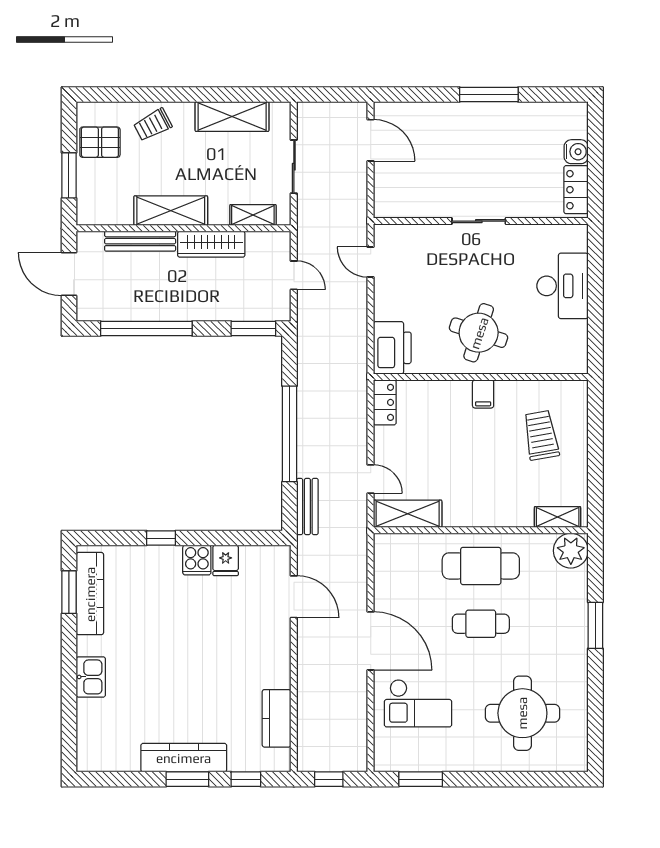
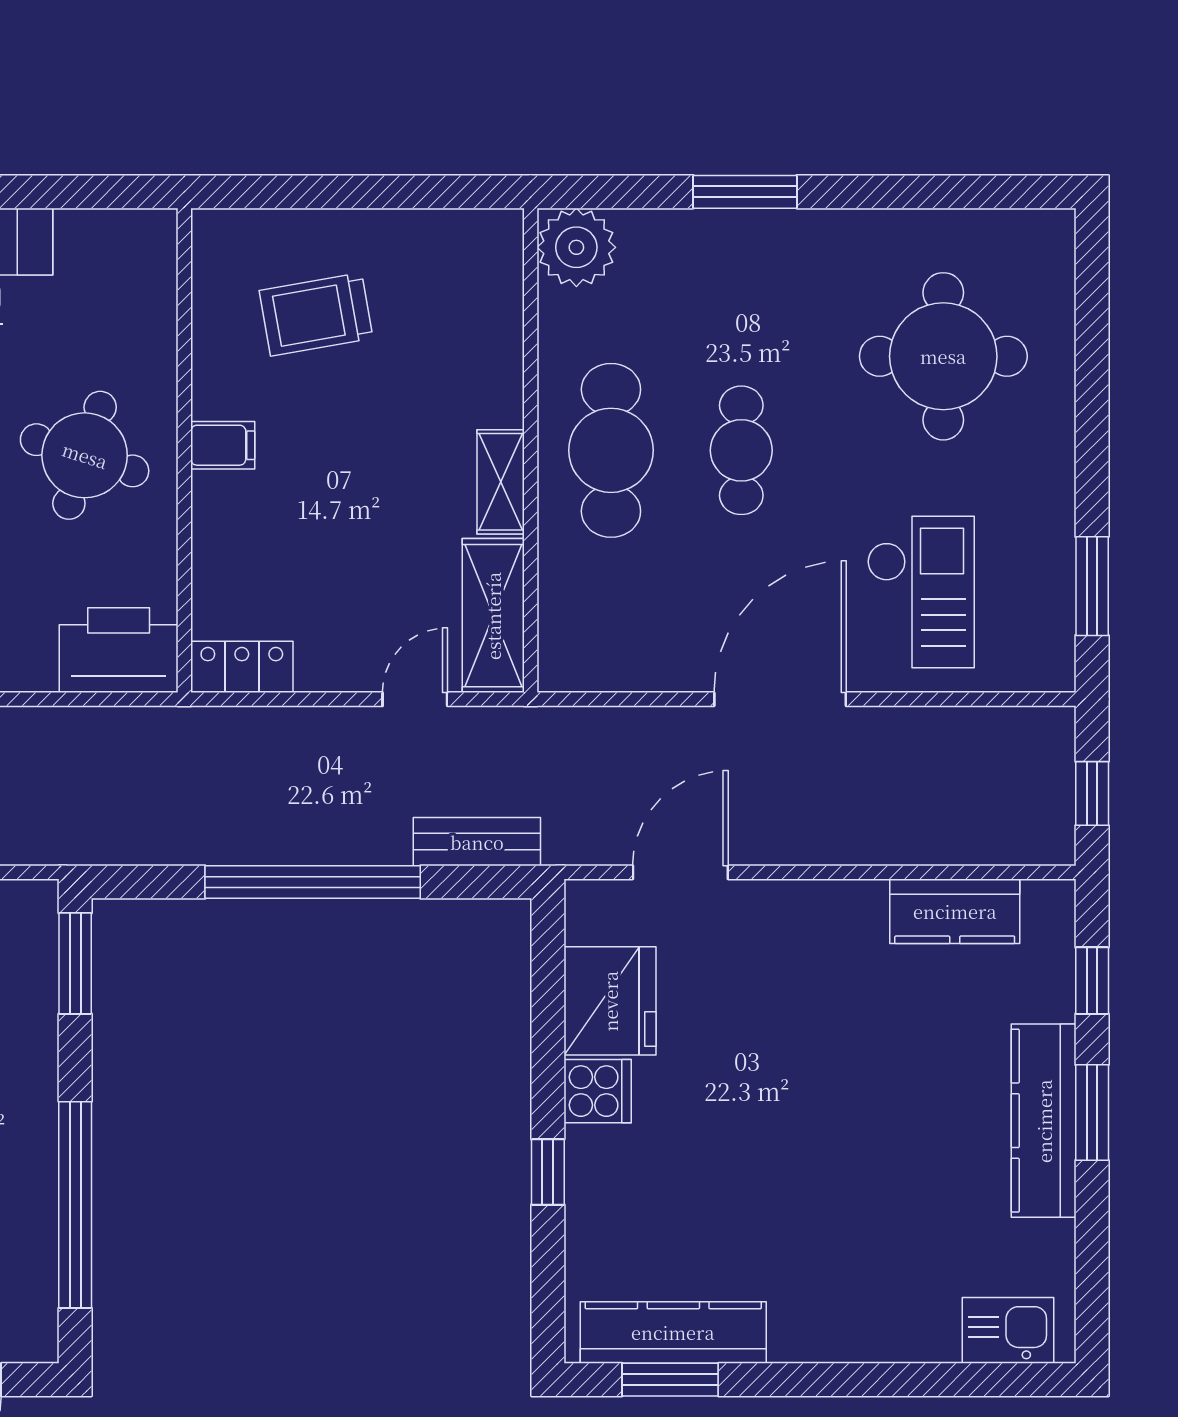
shelving: (558, 517) -> (501, 482), moved
fridge: (226, 560) -> (610, 1001), width x1.88, depth x1.34
kitchen sink: (91, 677) -> (1008, 1330), moved

